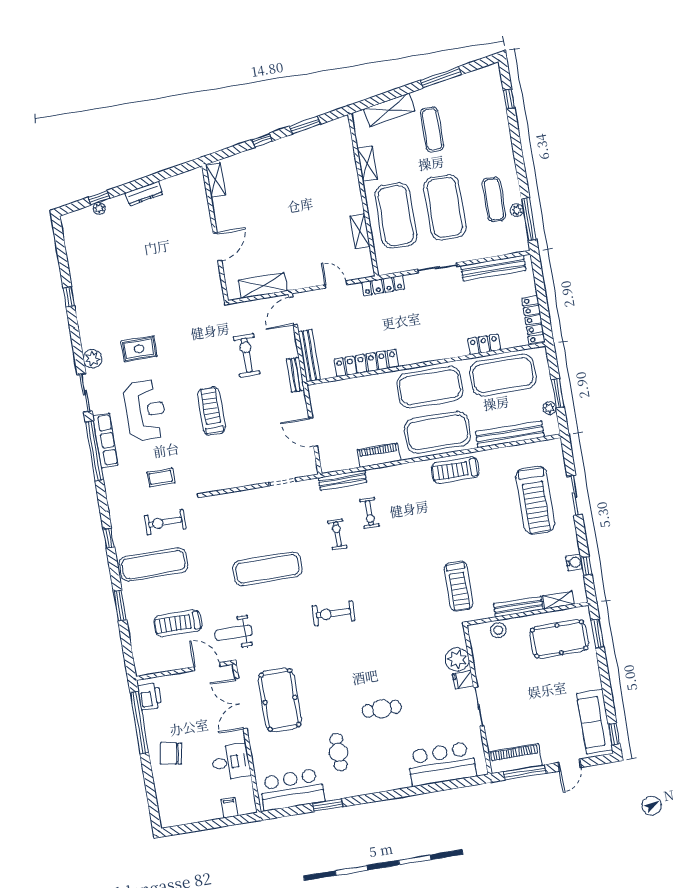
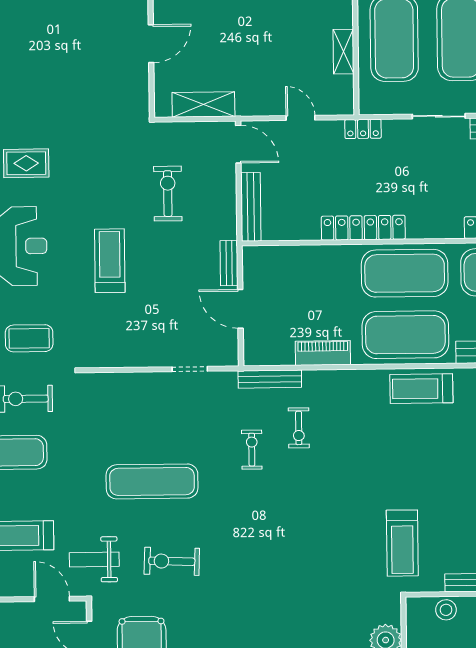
locker: (383, 286) -> (363, 129), width x0.66
door: (293, 311) -> (238, 144), swing flipped
locker: (366, 363) -> (363, 228), moved
bench: (295, 375) -> (229, 263), moved
coffee table: (161, 477) -> (29, 338), width x1.36, depth x1.30
exercise bike: (333, 613) -> (172, 561), moved

